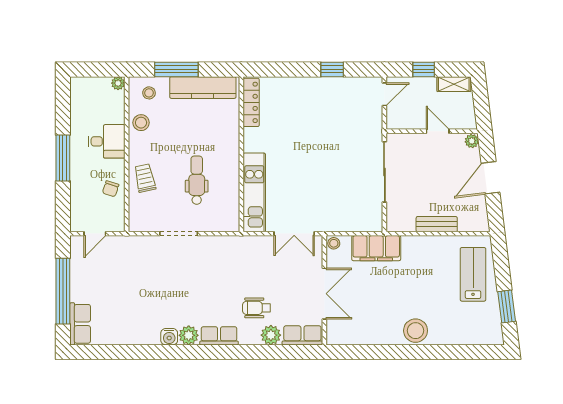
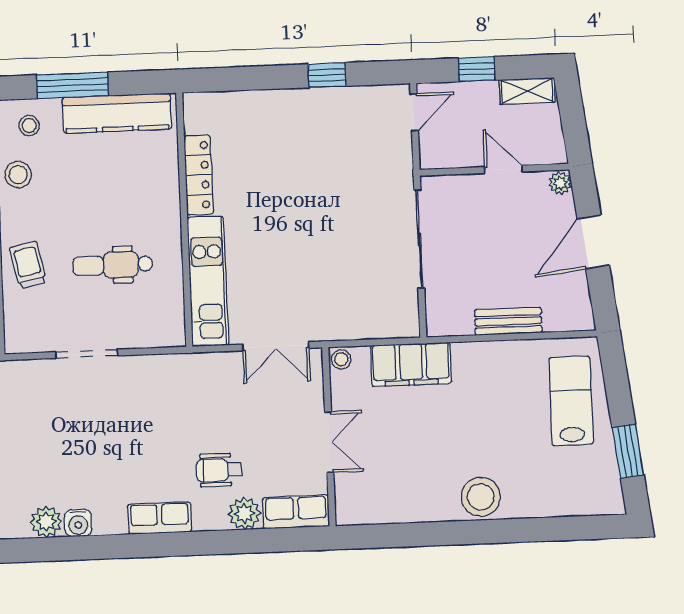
locker: (251, 102) -> (198, 175), moved
dental chair: (197, 180) -> (113, 265), turned -90
double door: (324, 294) -> (329, 442), width x0.73
plant: (189, 335) -> (46, 522), moved

